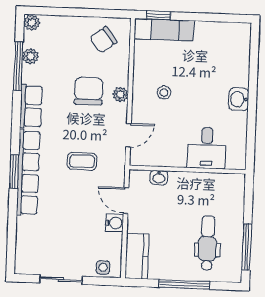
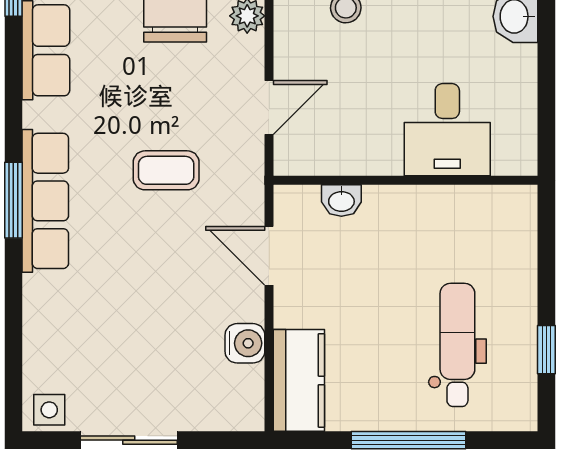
row of seats: (28, 173) -> (45, 201), width x0.73
water cooler: (114, 223) -> (245, 343), moved
window: (247, 247) -> (546, 350), width x0.46
side table: (103, 267) -> (49, 410), moved

